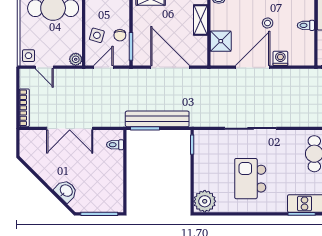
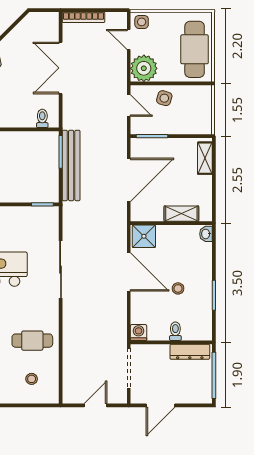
chair: (120, 35) -> (164, 124), removed
shower: (221, 41) -> (144, 236), moved
washing machine: (280, 58) -> (139, 332), moved, turned -90
plant: (76, 59) -> (144, 68), width x1.87, depth x1.87
door: (44, 67) -> (129, 39), hinge flipped

